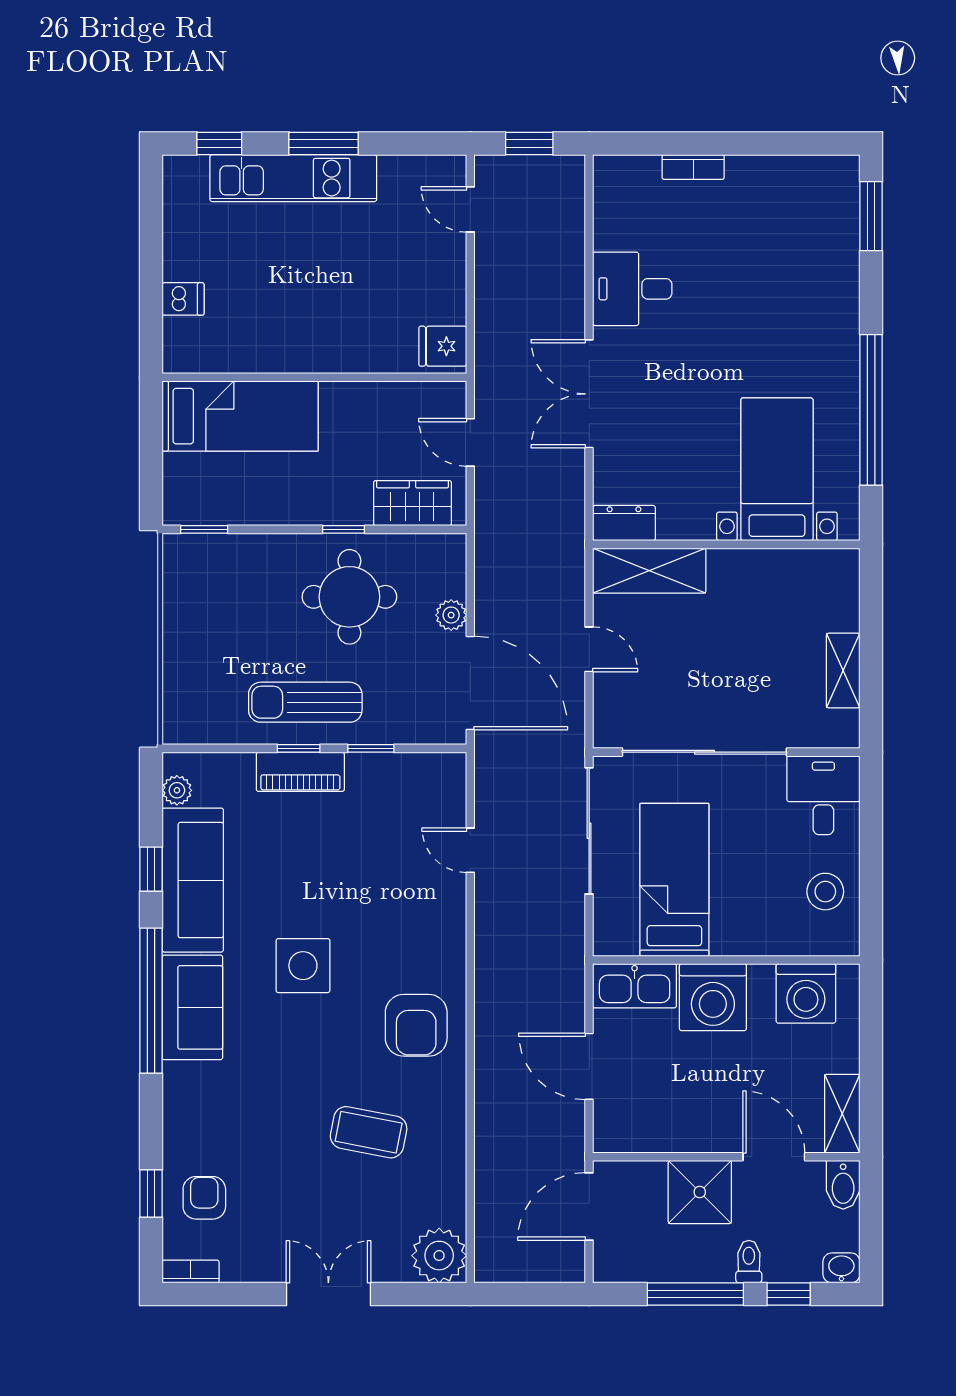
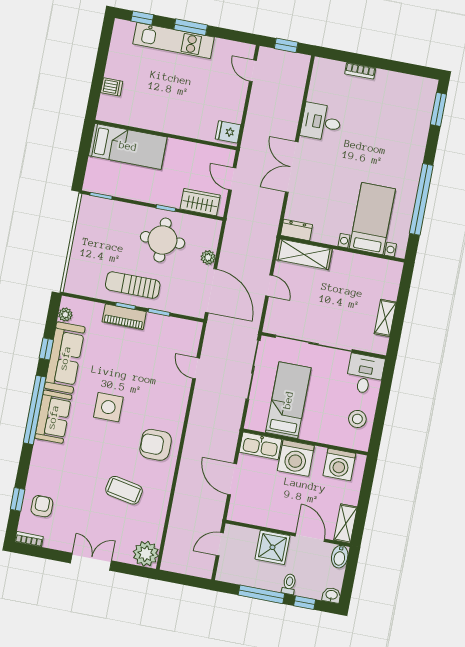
armchair: (416, 1025) -> (156, 445), turned 90
door: (589, 1206) -> (220, 544), width x0.73

